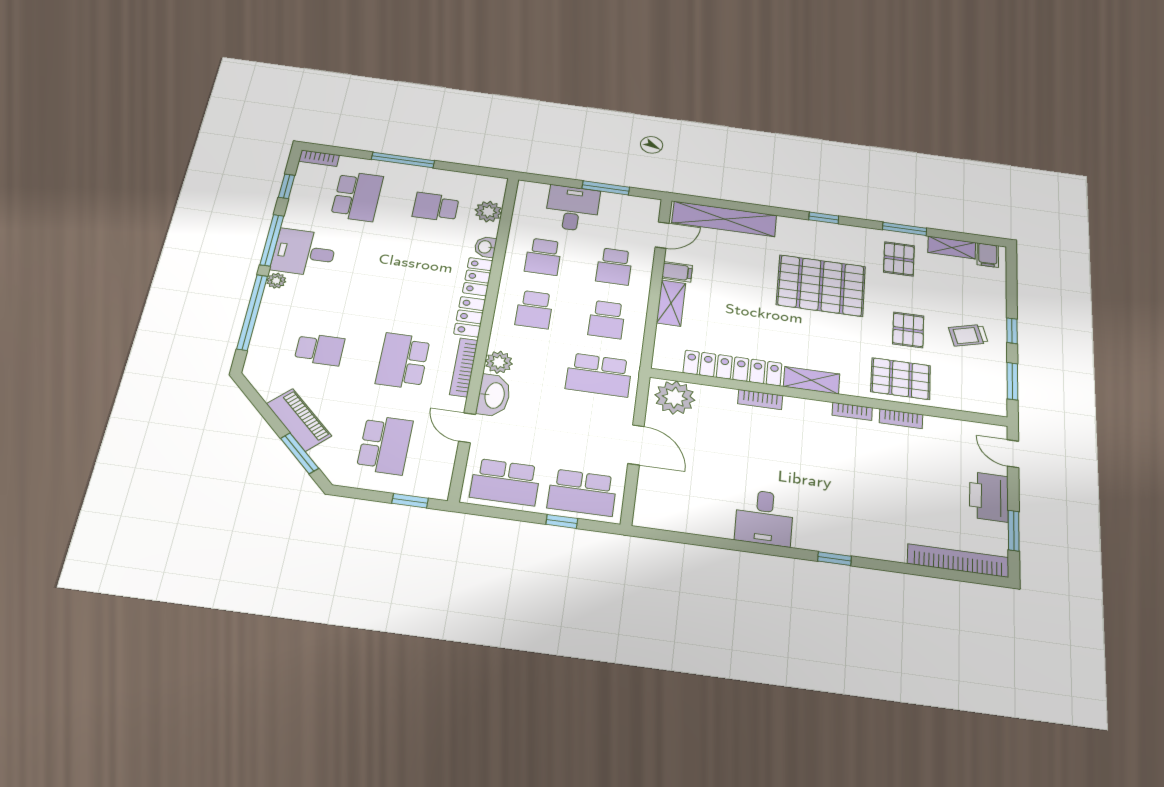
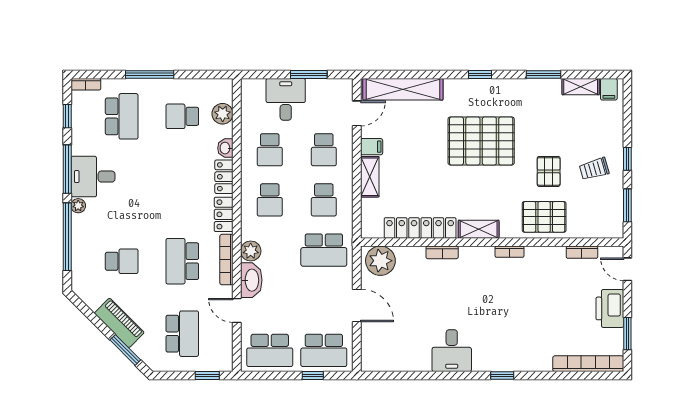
pallet: (899, 259) -> (540, 105), removed
bookcase: (901, 419) -> (582, 252), moved

